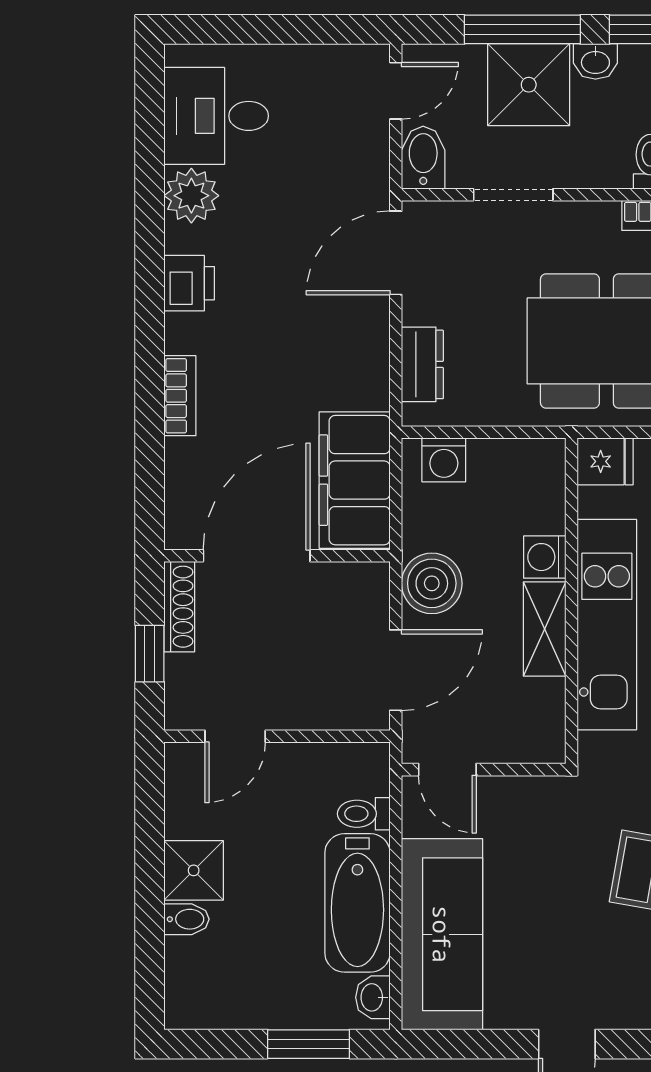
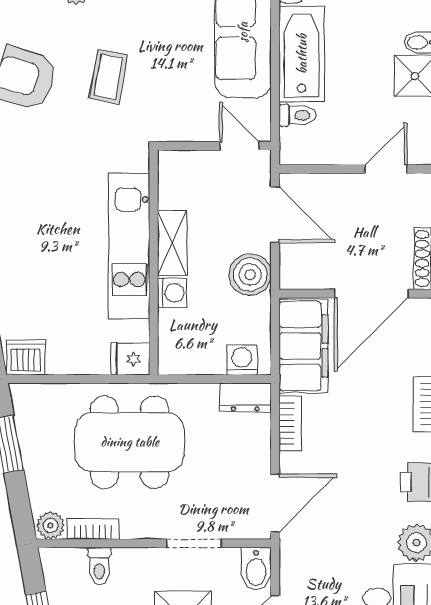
dresser: (422, 364) -> (245, 397), moved, turned -90
bookcase: (374, 368) -> (290, 423), added
door: (396, 670) -> (275, 215), swing flipped

